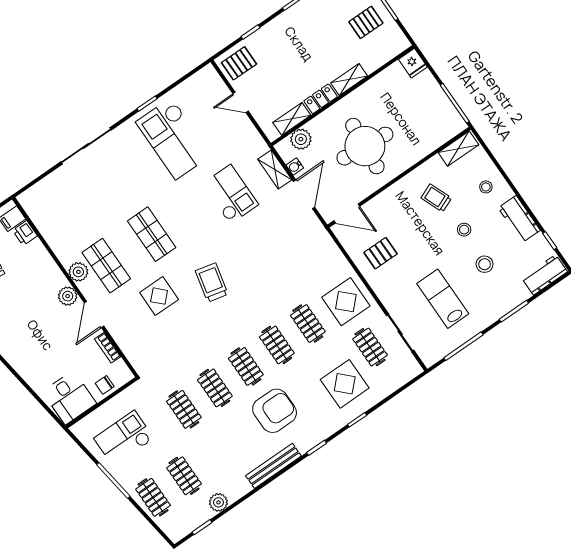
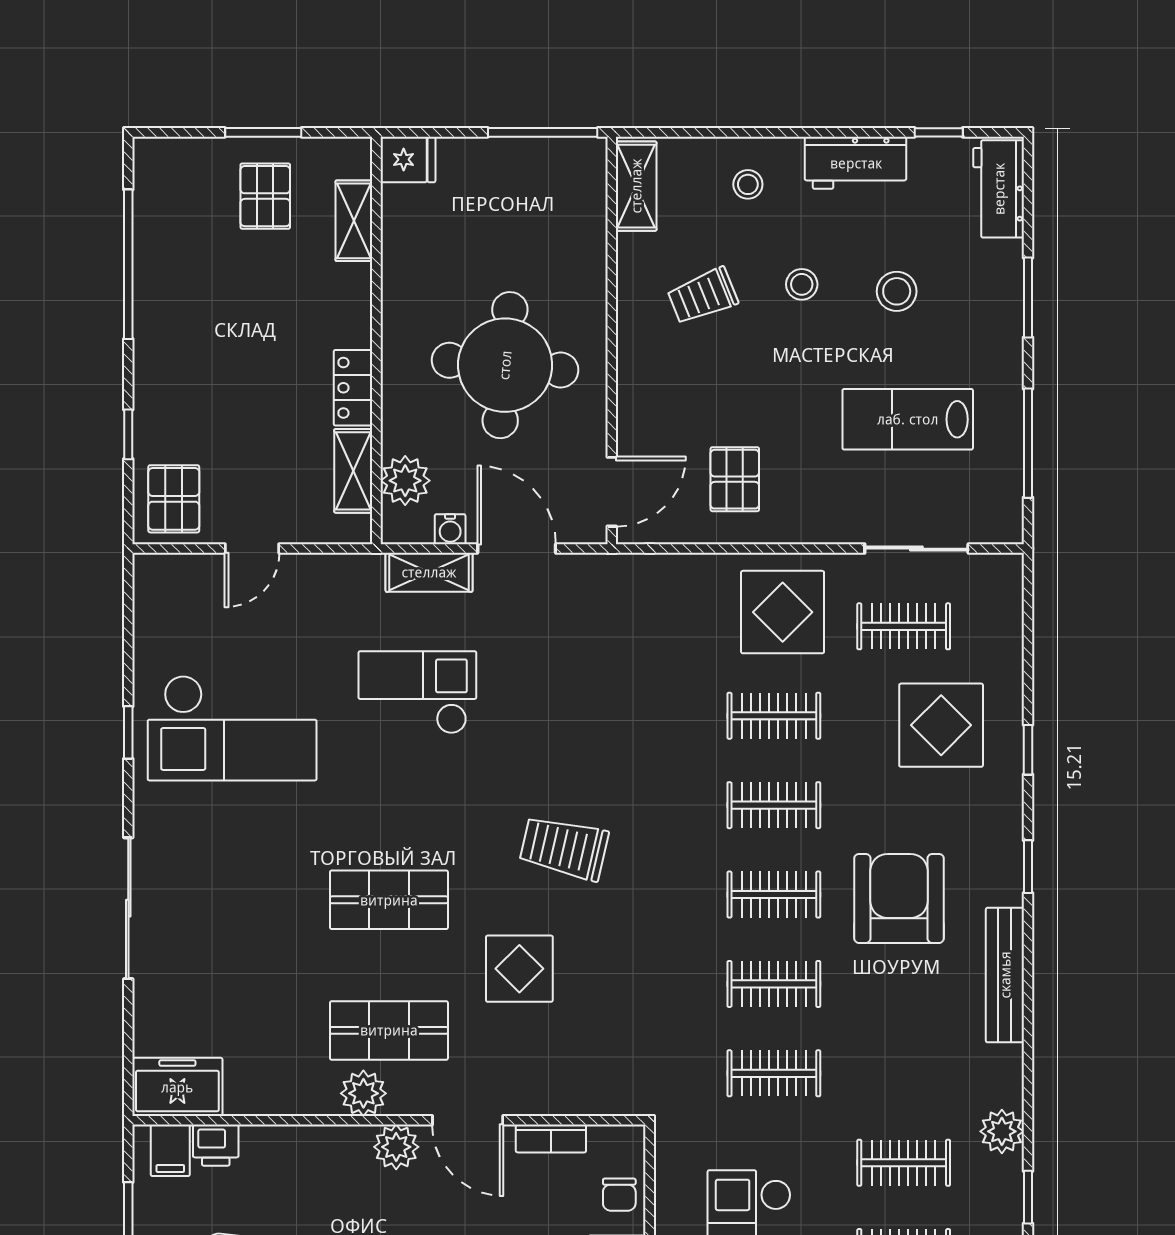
shelving: (349, 80) -> (354, 221), moved
freezer: (36, 206) -> (177, 1087), added

